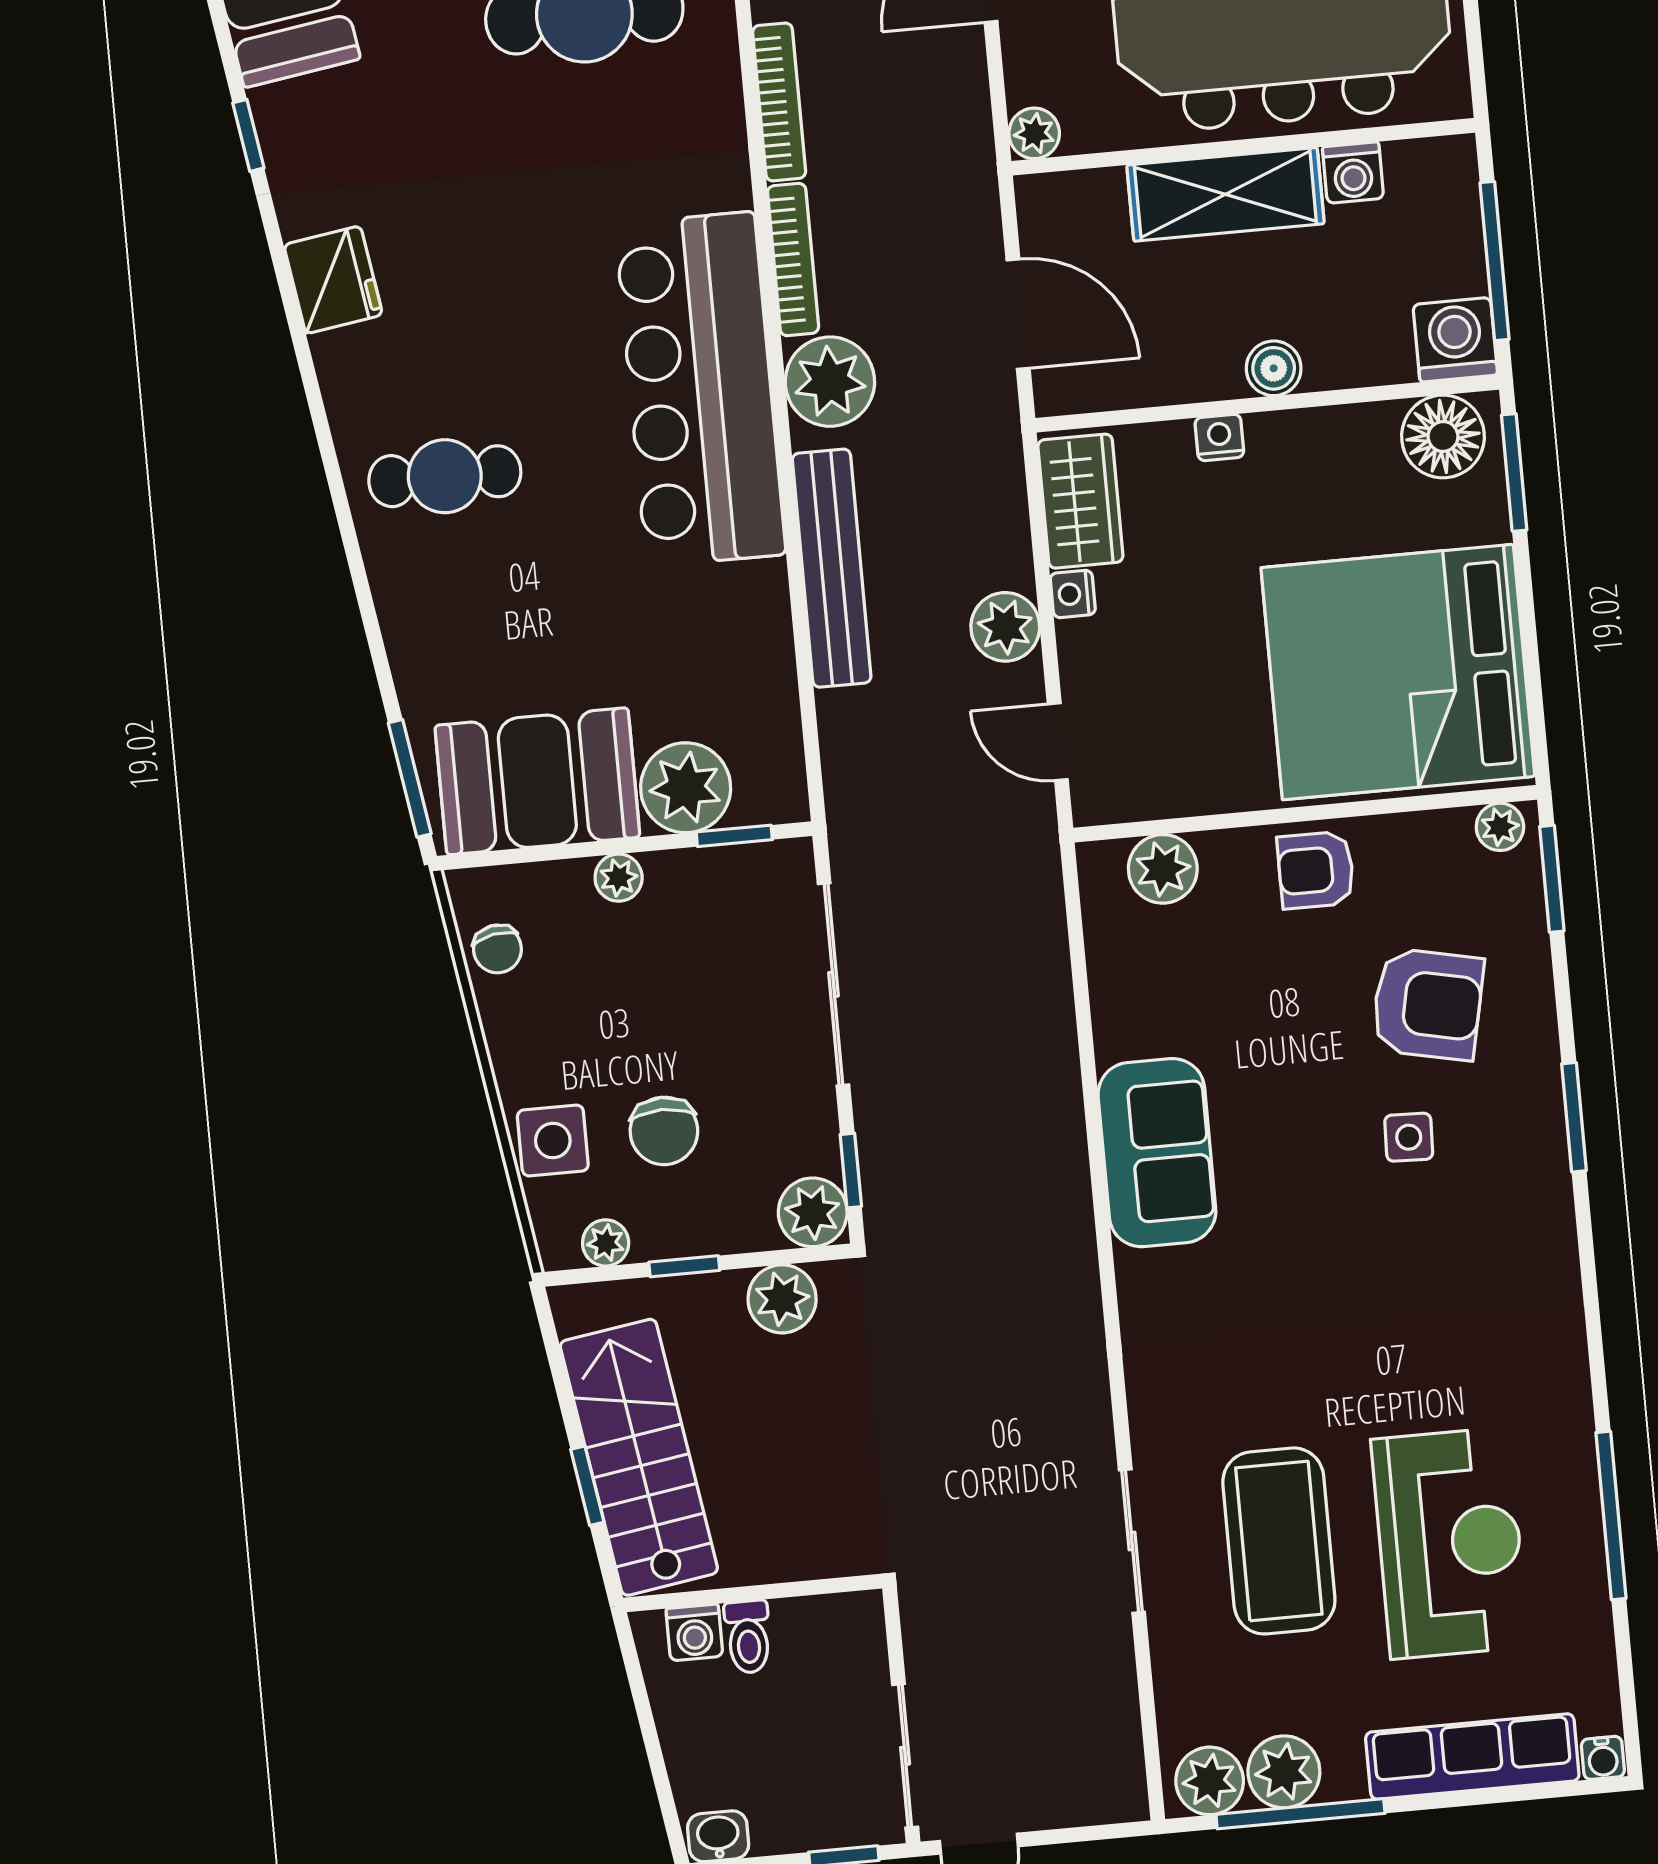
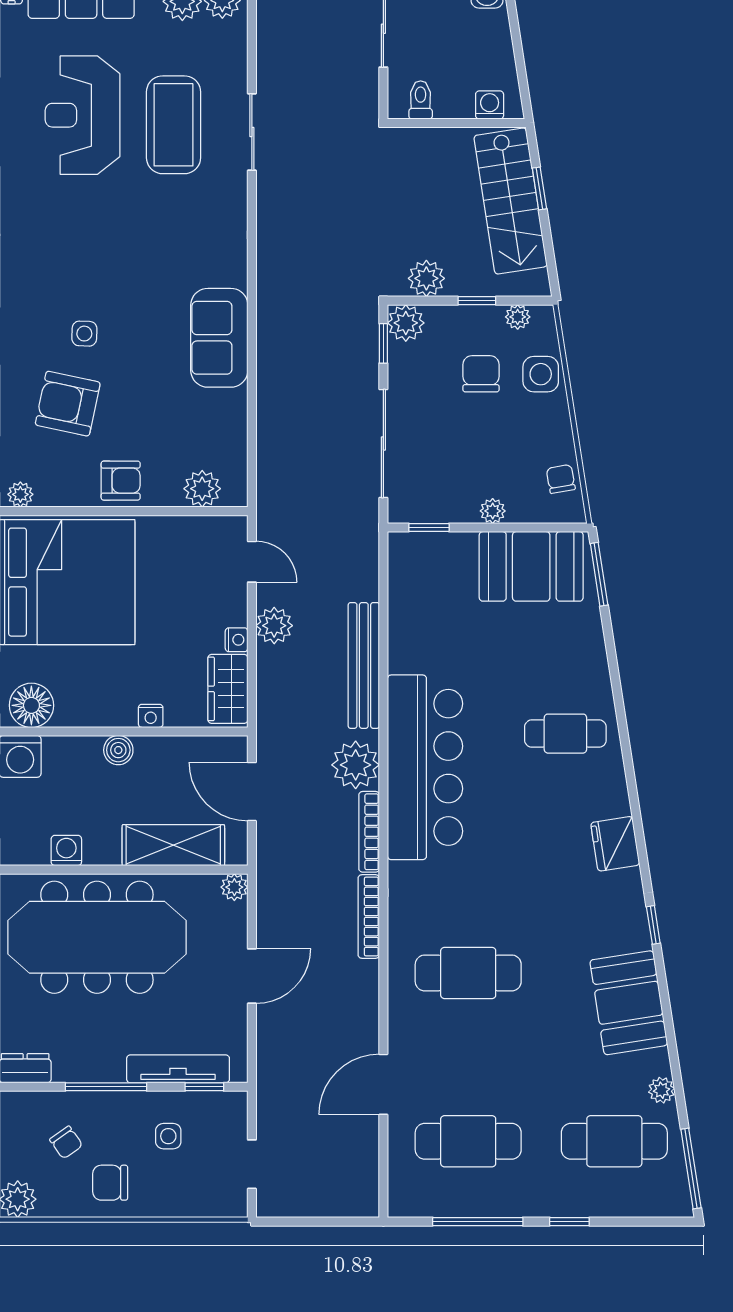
shelving: (1225, 194) -> (173, 845), moved
plant: (686, 788) -> (452, 556), removed
toilet: (748, 1637) -> (421, 100), moved

